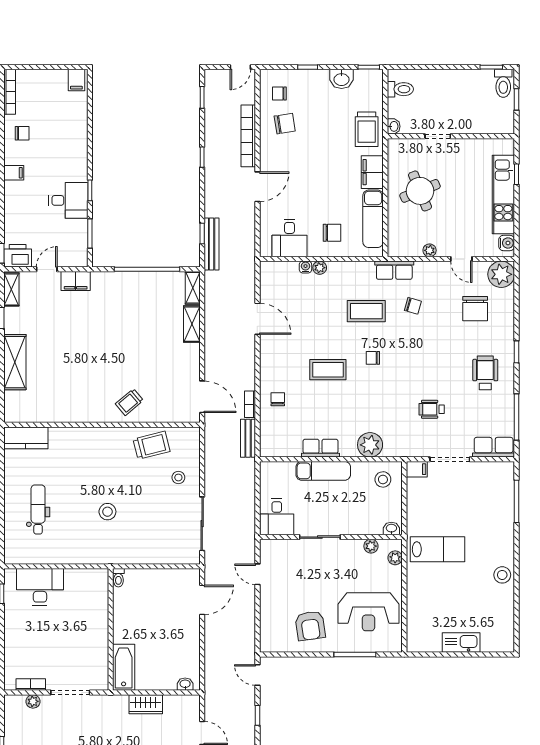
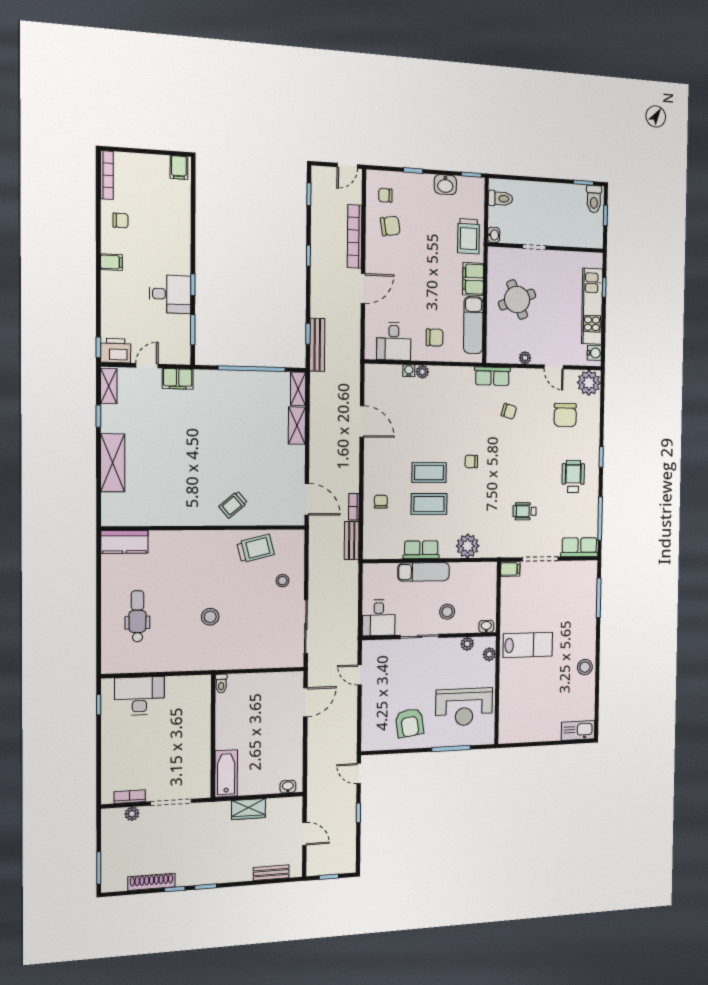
coffee table: (366, 311) -> (429, 504), moved
stool: (383, 479) -> (447, 612), moved
kitchen sink: (461, 643) -> (578, 730), moved

